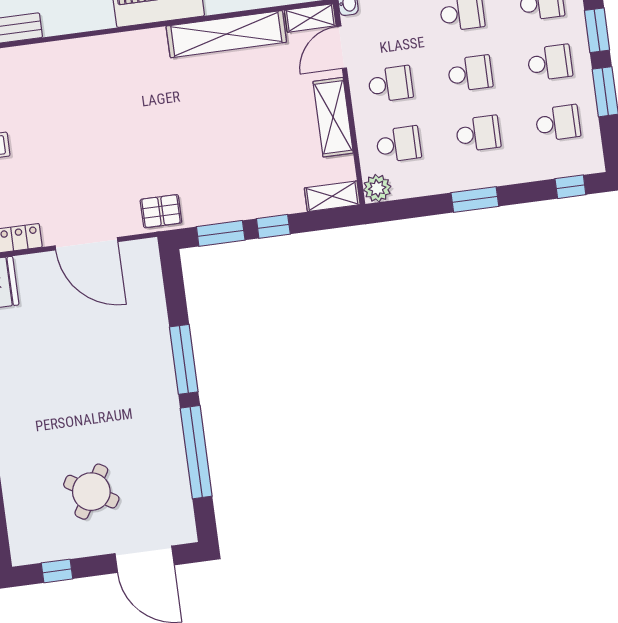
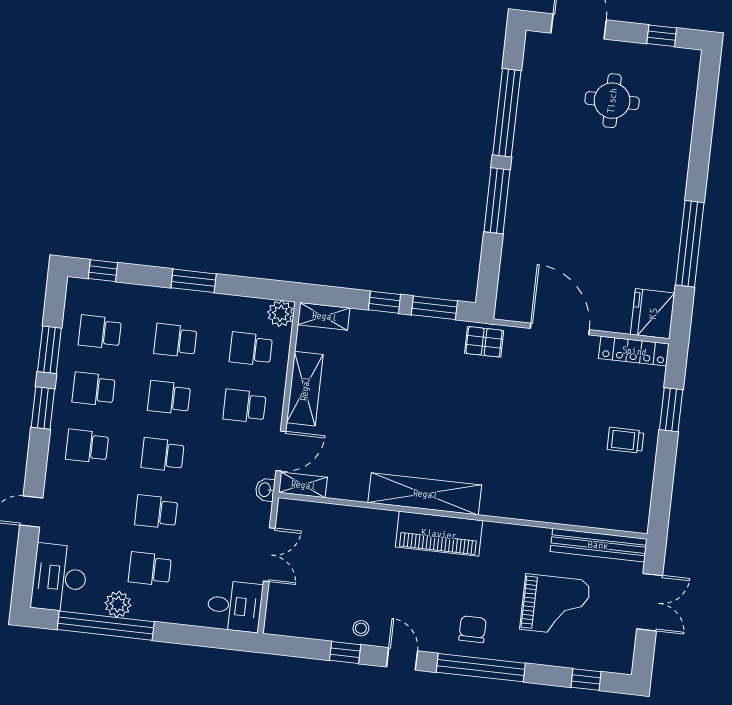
shelving: (226, 34) -> (425, 494), moved
round table: (91, 492) -> (612, 101), turned -31

